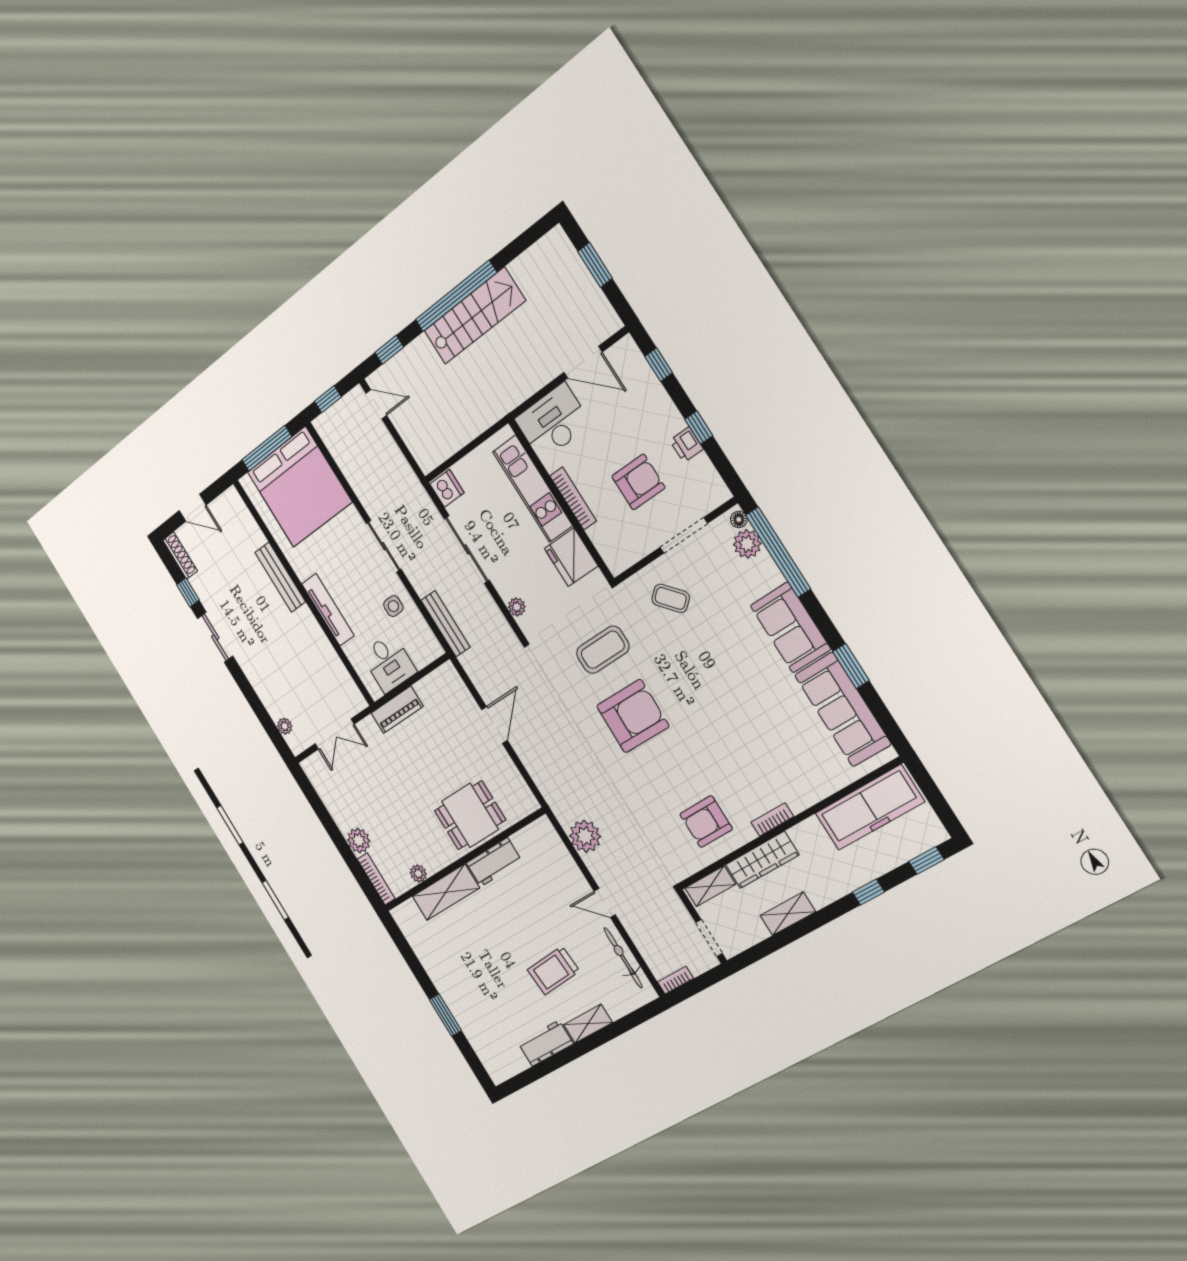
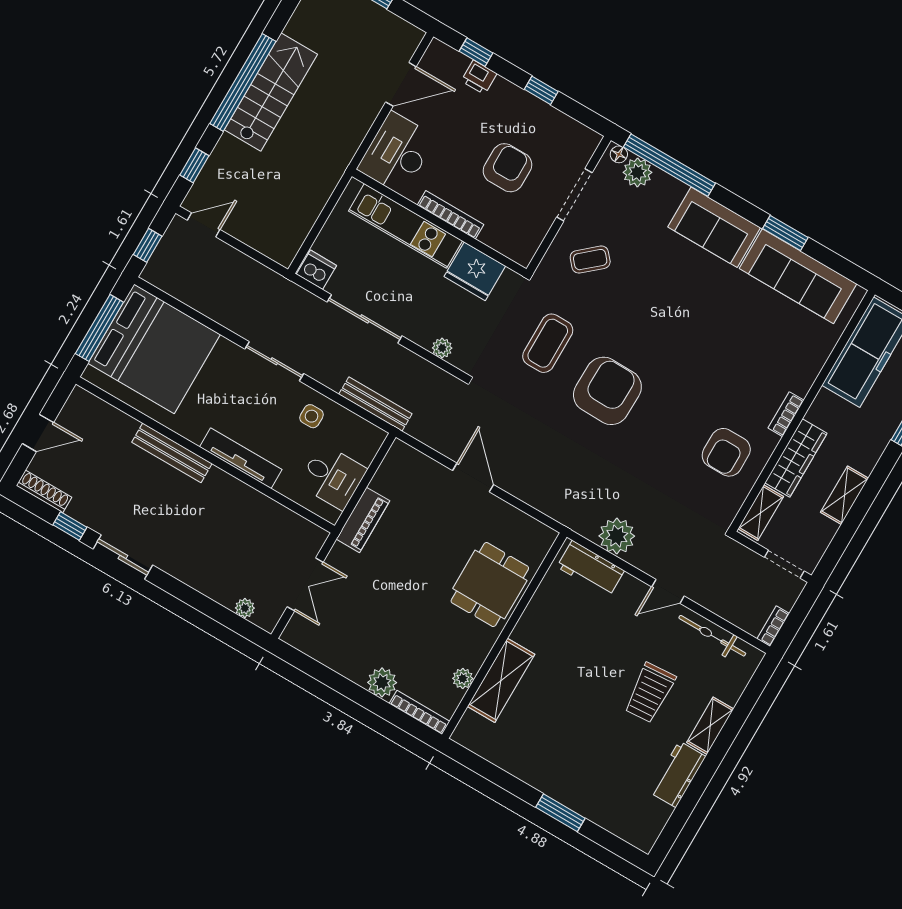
printer: (687, 445) -> (479, 77), moved
workbench: (494, 862) -> (591, 569), moved, turned 90

